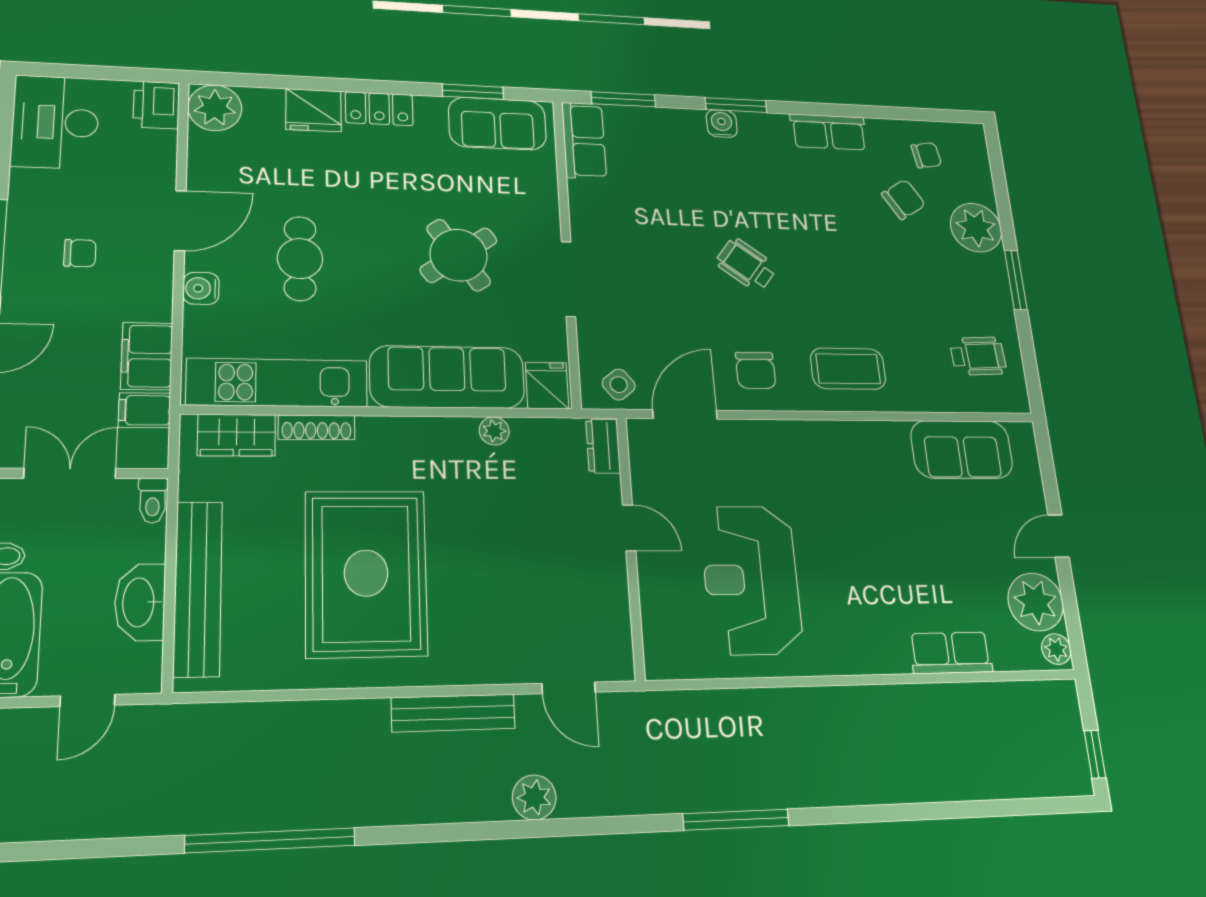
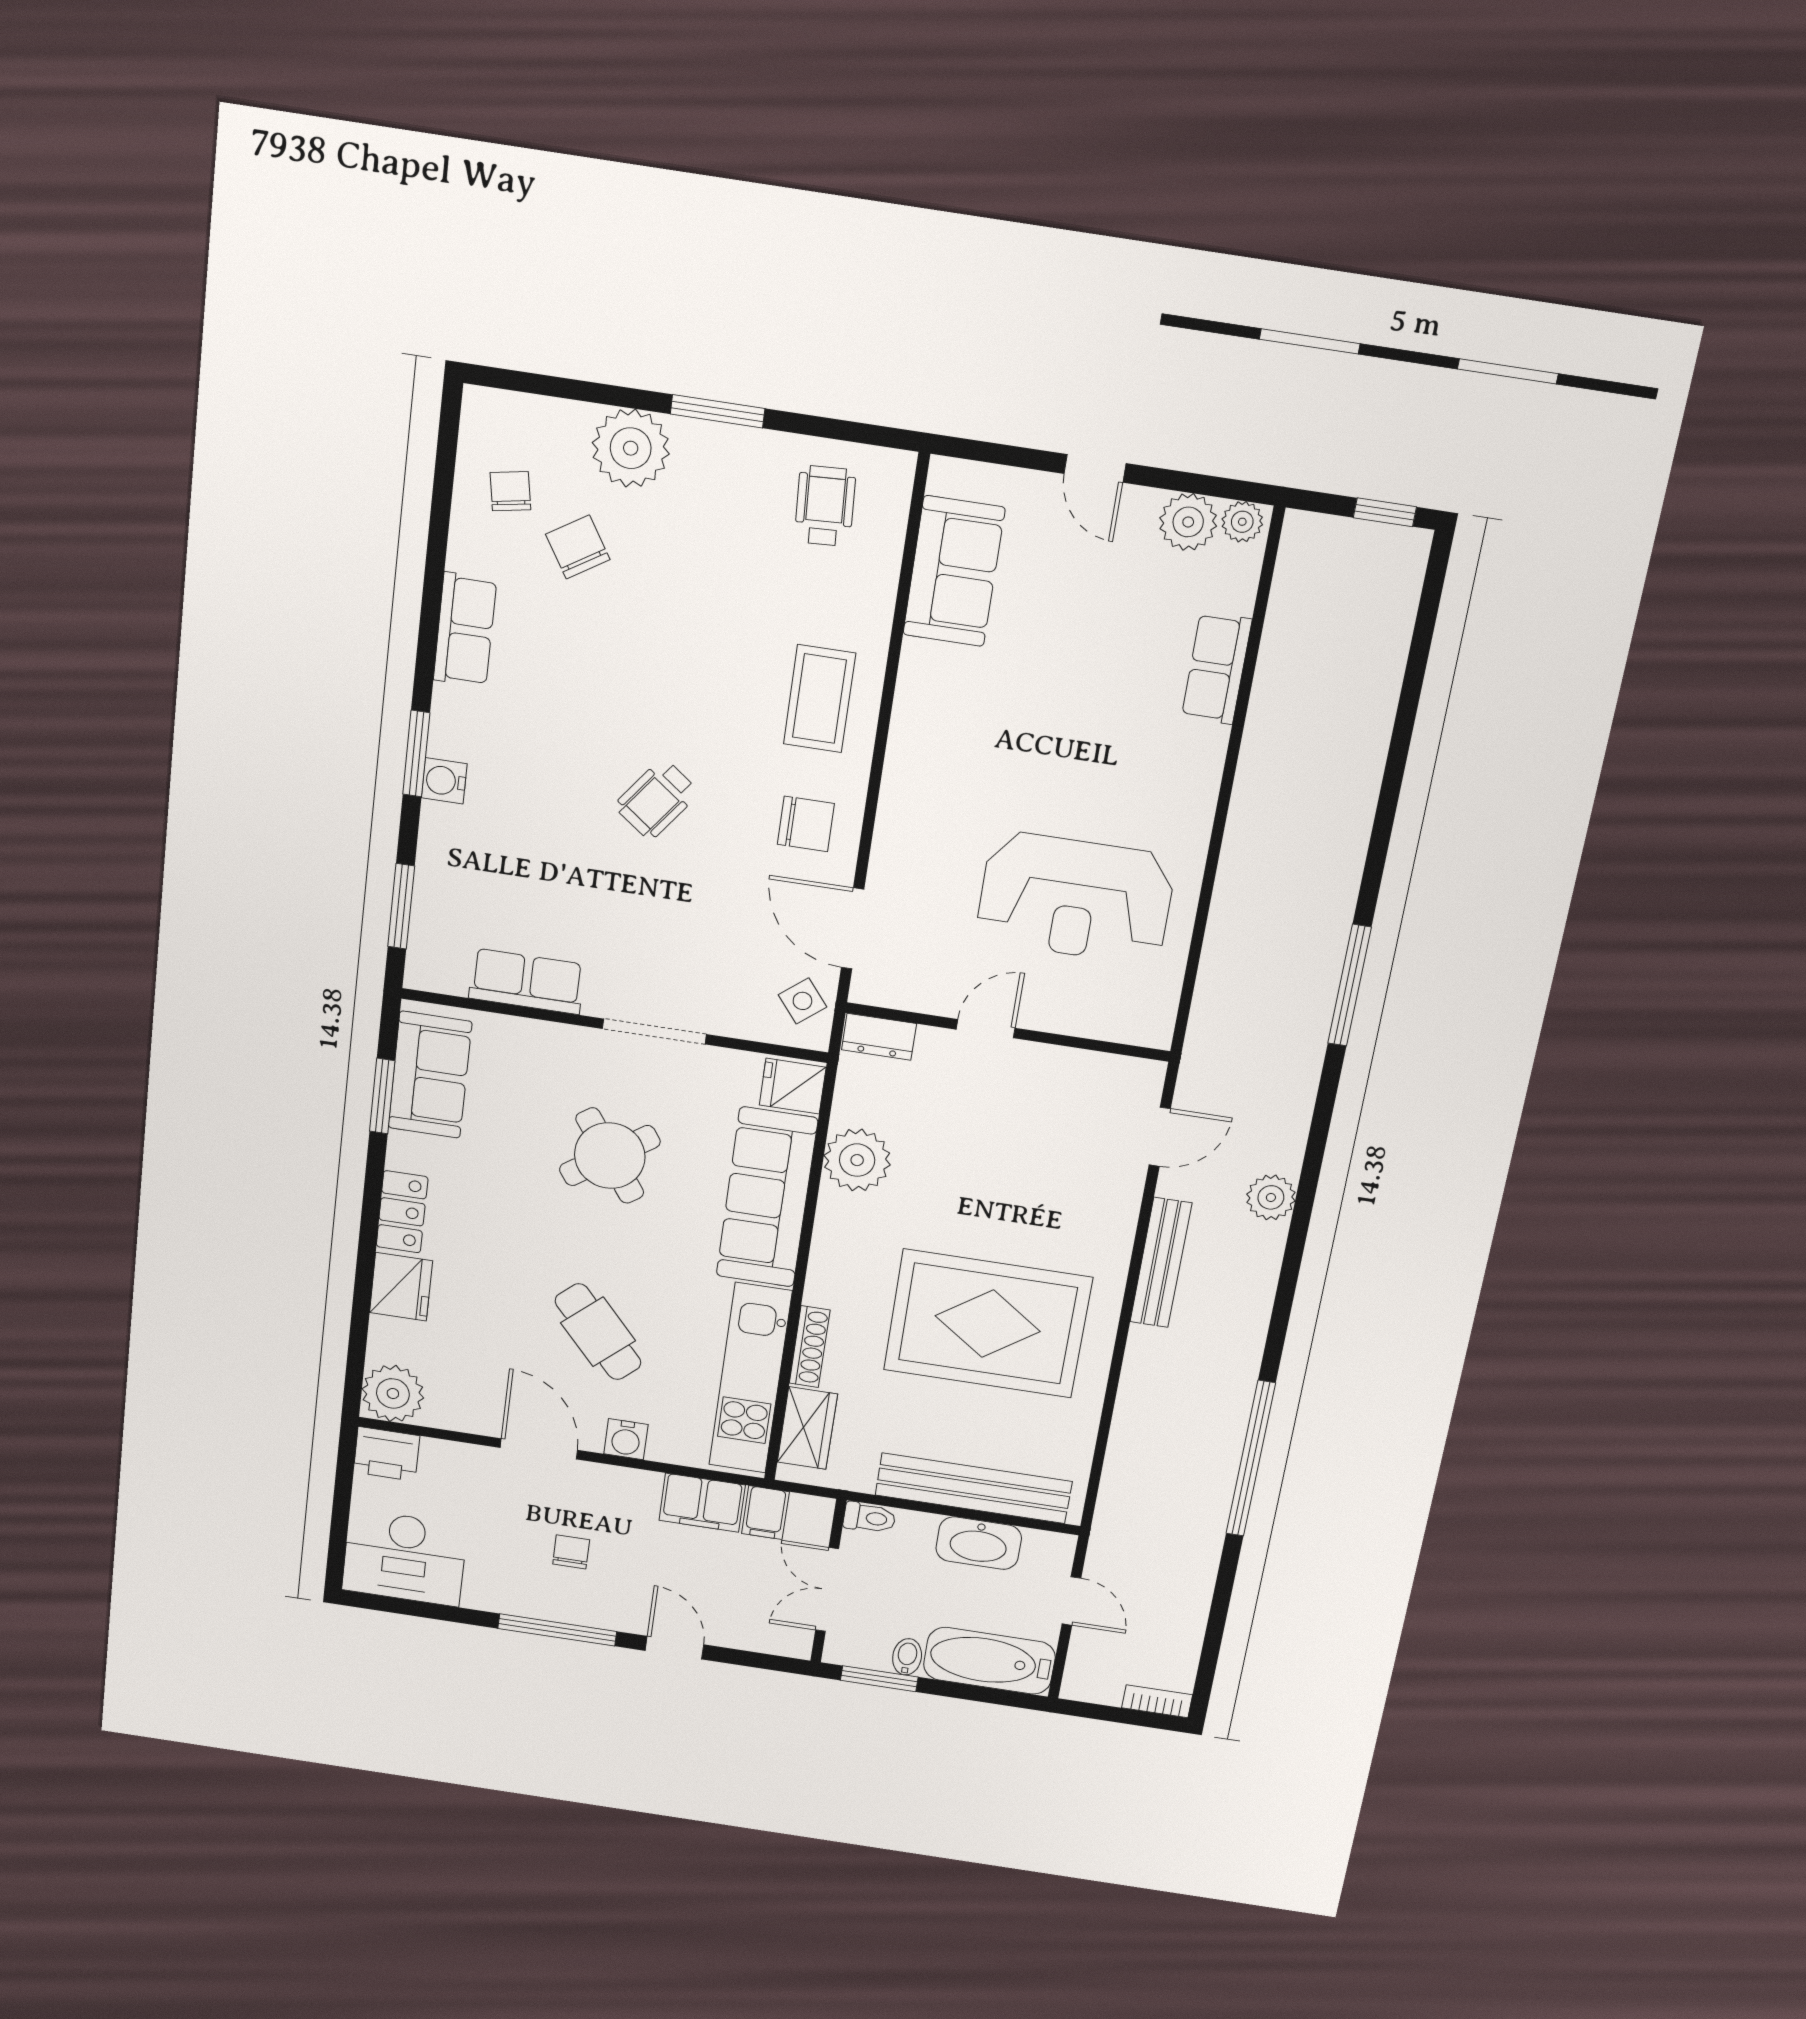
row of seats: (584, 141) -> (527, 981), moved
cafe table: (300, 259) -> (598, 1332), turned 48
plant: (494, 431) -> (857, 1160), width x1.88, depth x1.88
plant: (1036, 602) -> (1188, 522), width x0.73, depth x0.73

